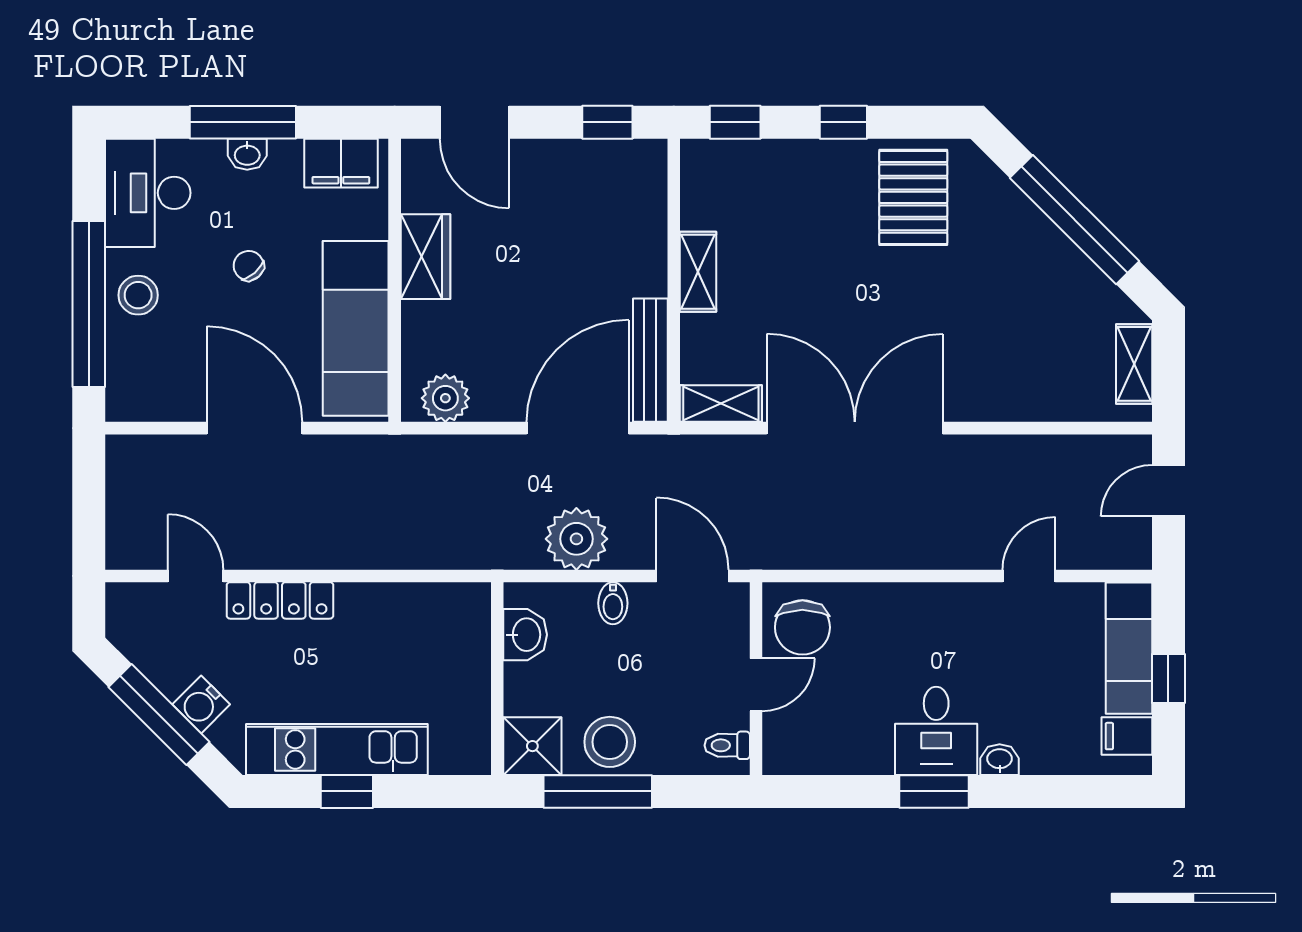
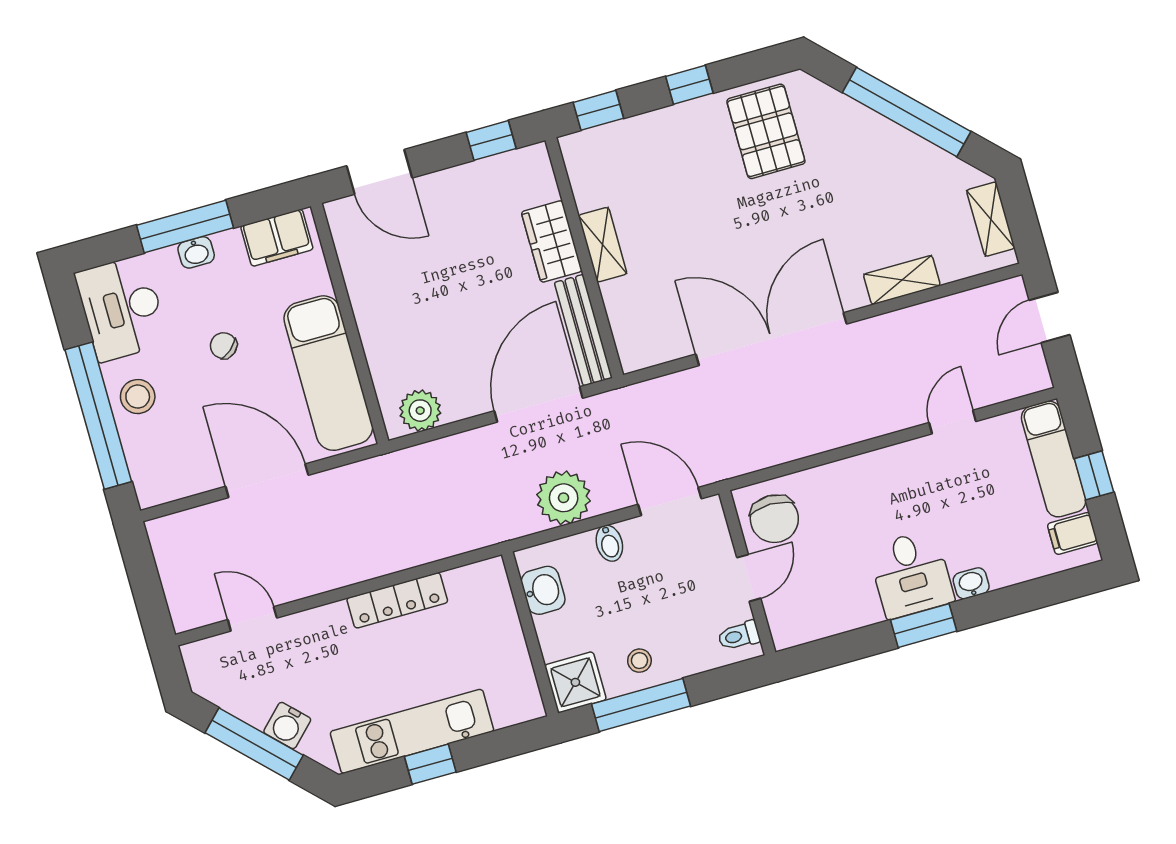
wardrobe: (425, 257) -> (552, 241), moved, turned 180
shelving: (721, 404) -> (902, 280), moved
locker: (280, 600) -> (397, 600), moved
stool: (610, 742) -> (639, 661), width x0.53, depth x0.53

